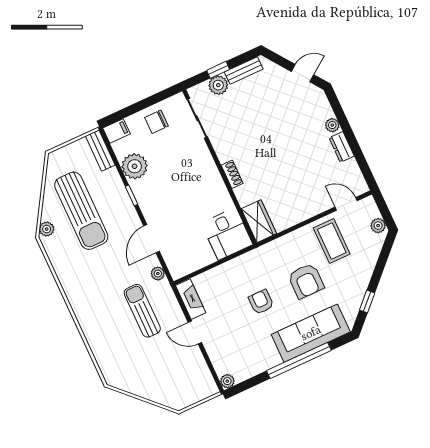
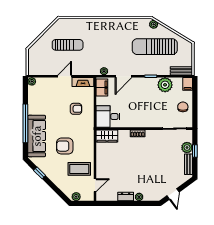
door: (151, 239) -> (124, 76), swing flipped
filing cabinet: (185, 265) -> (102, 87), added
armchair: (261, 302) -> (76, 109), moved
sun lounger: (142, 311) -> (68, 45), moved

